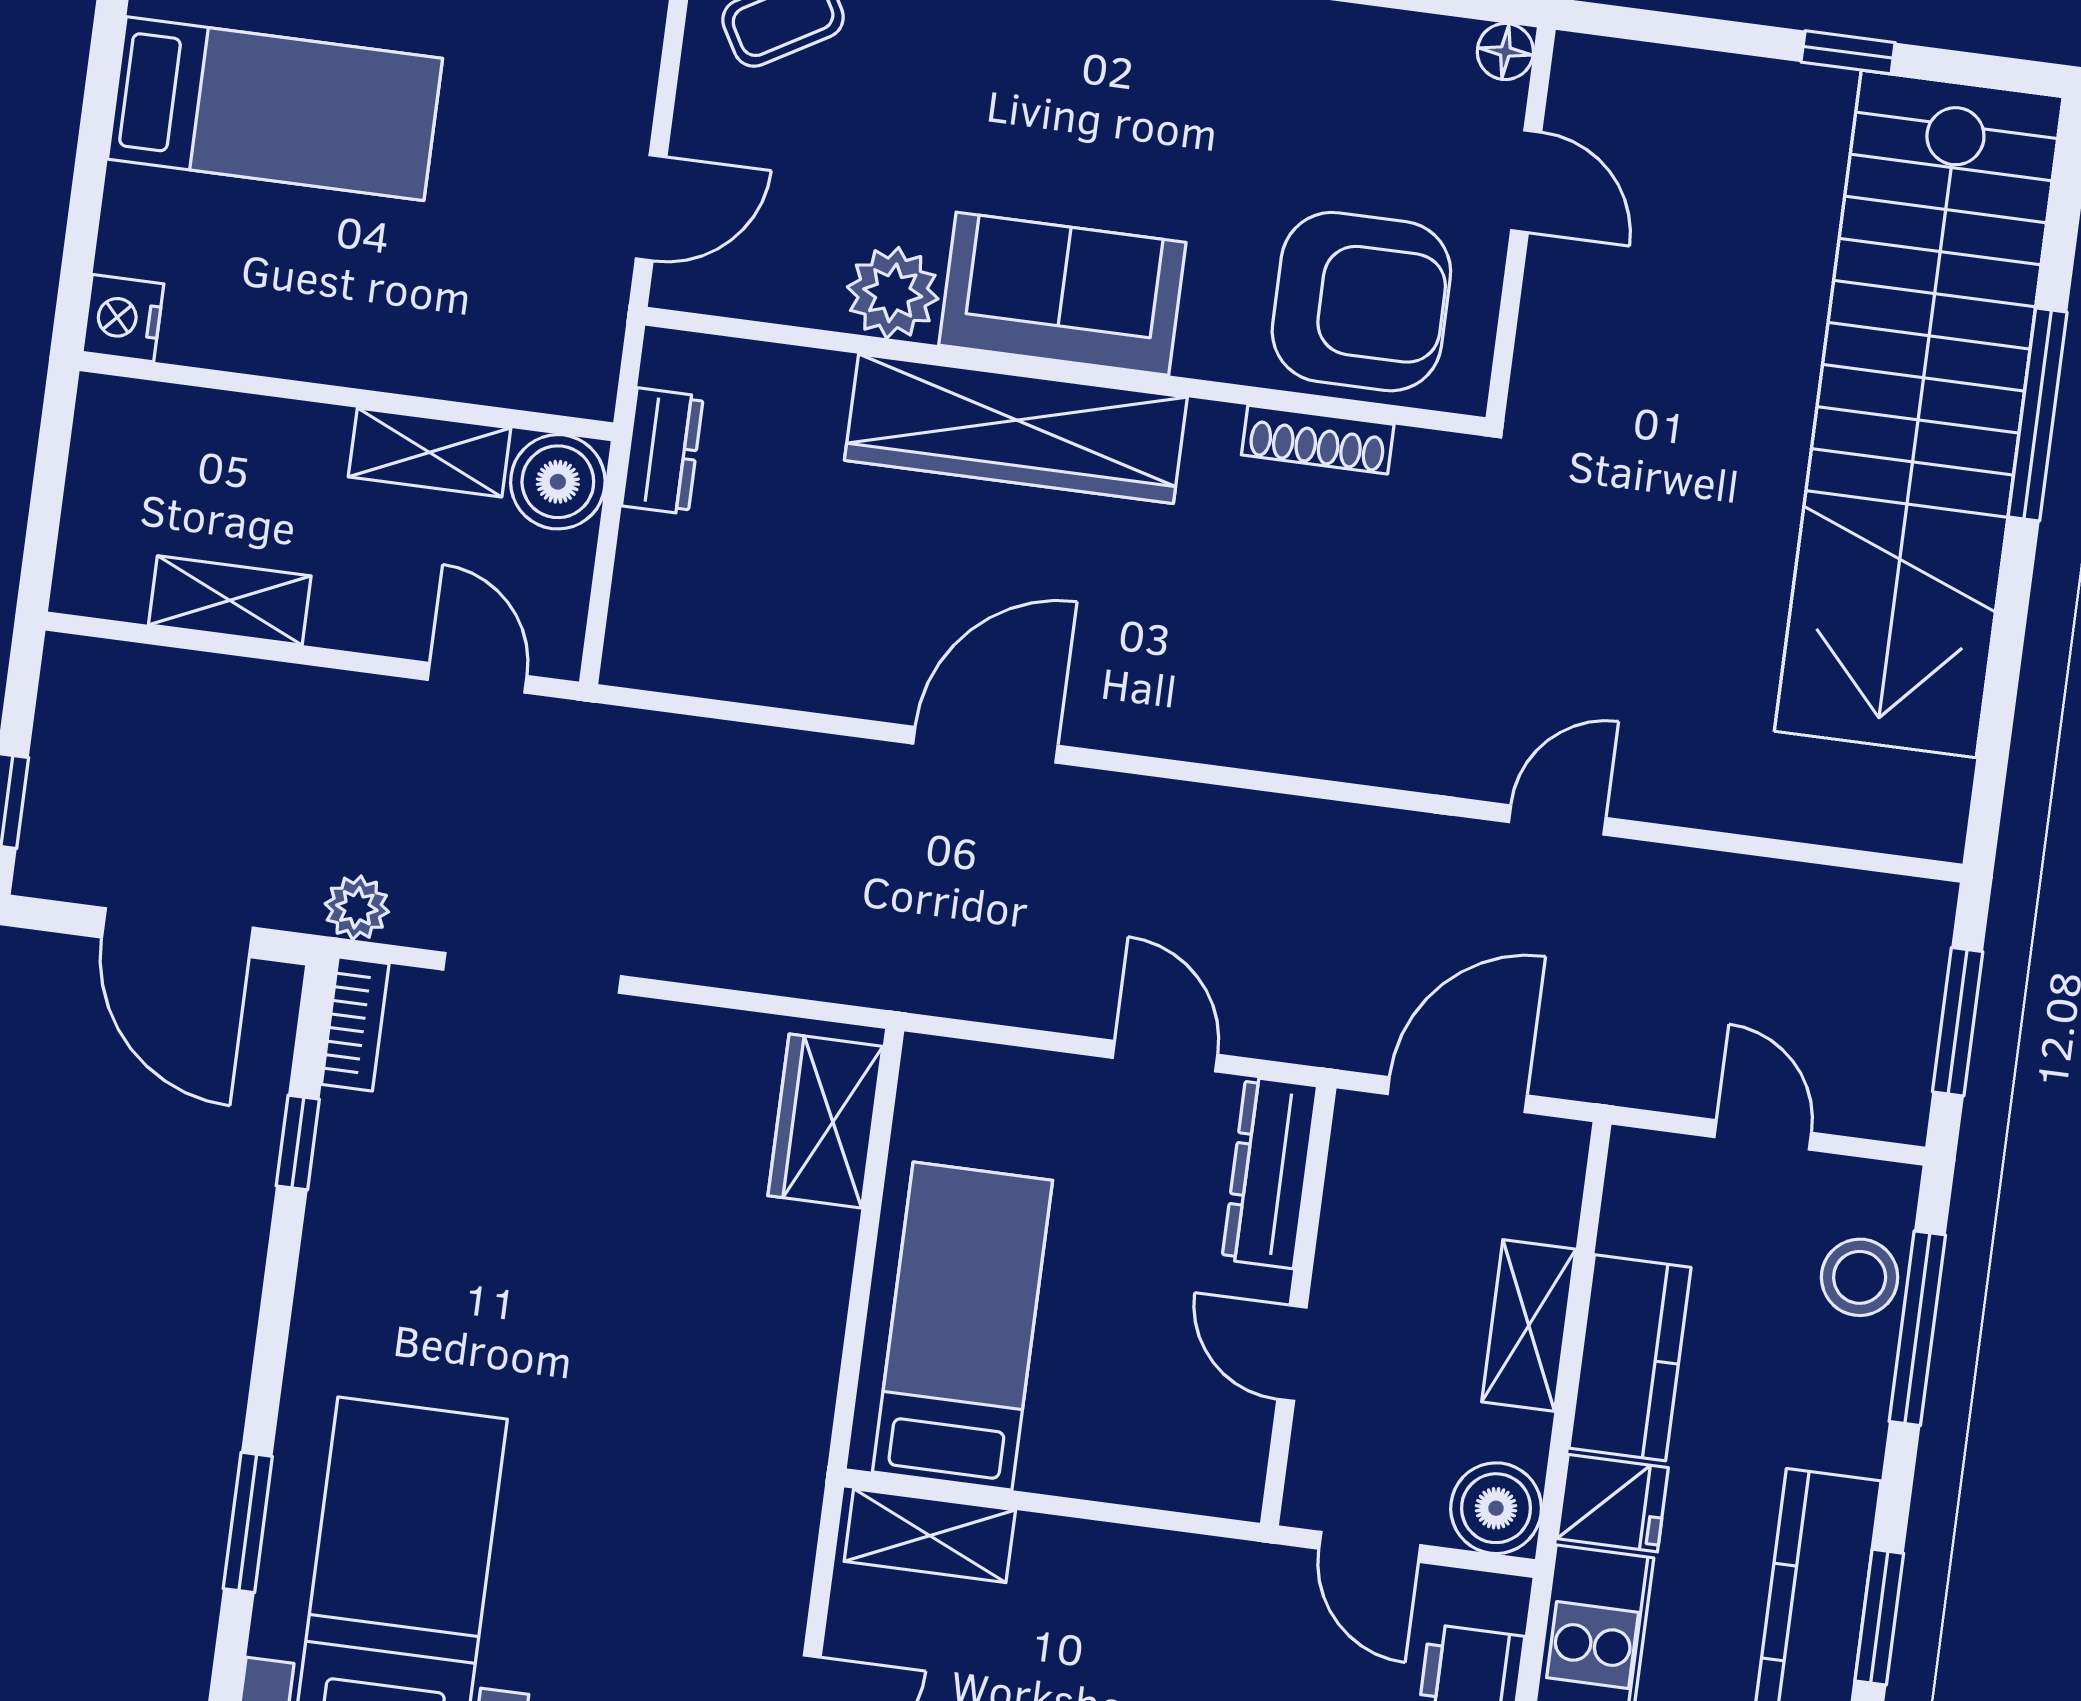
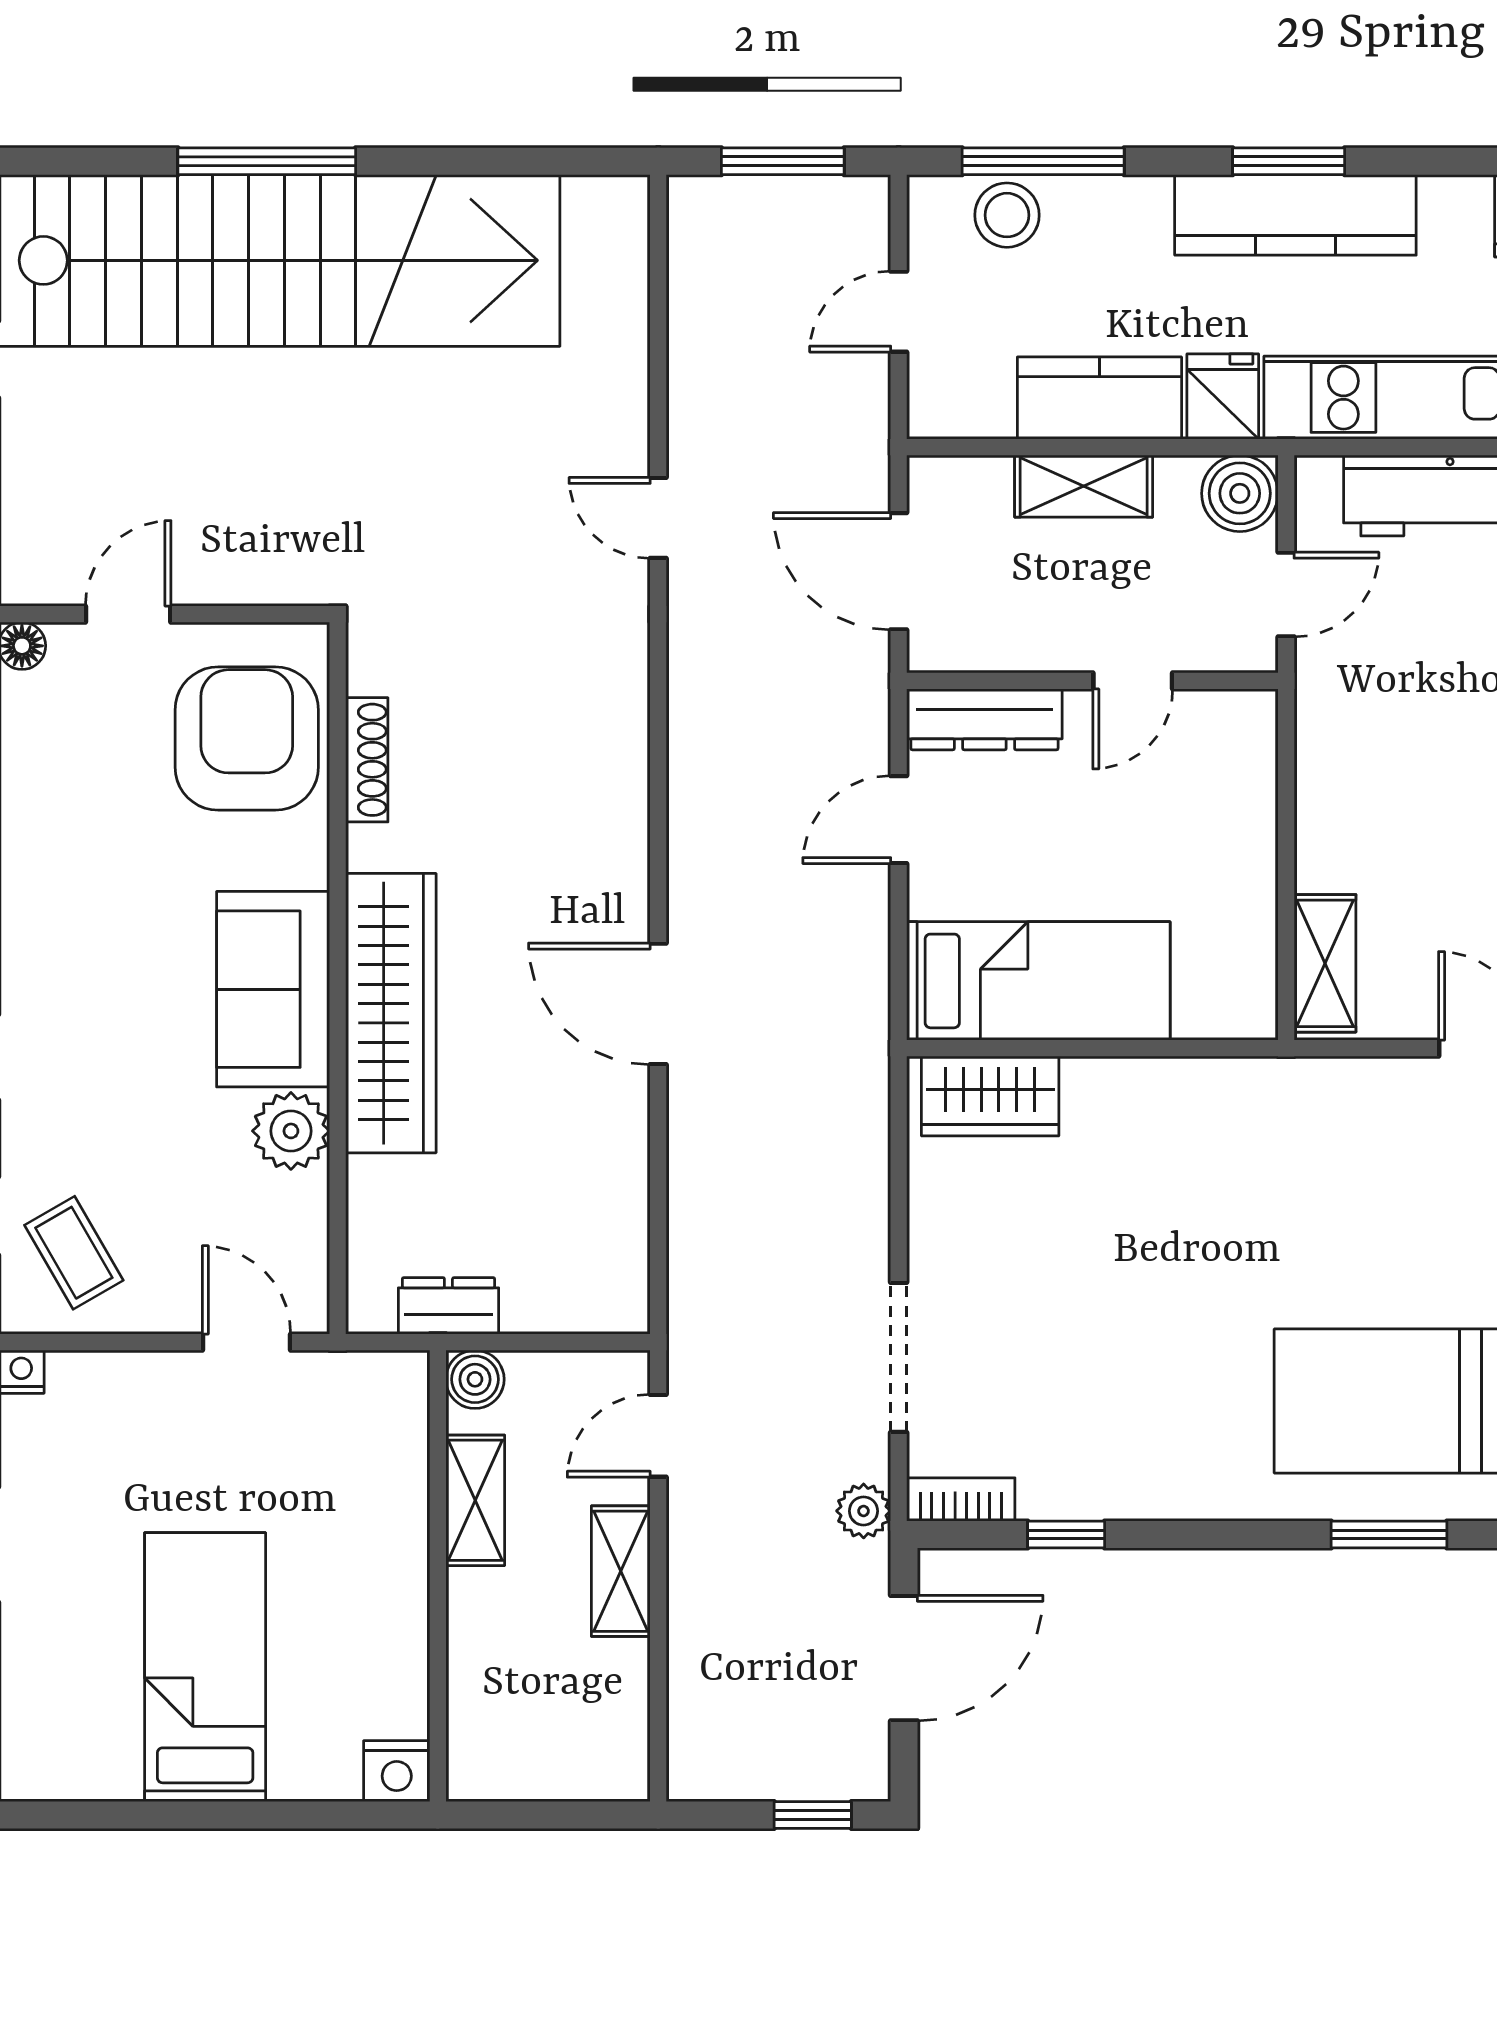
boiler: (558, 482) -> (475, 1379), width x0.73, depth x0.73
shelving: (230, 600) -> (621, 1571), moved
bed: (963, 1326) -> (1038, 981), moved, turned 180

